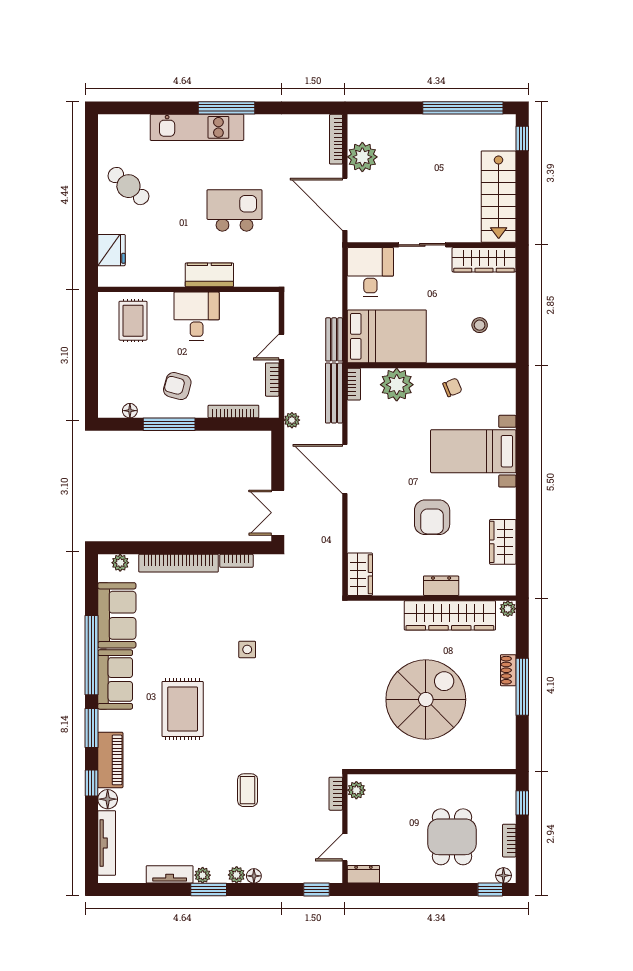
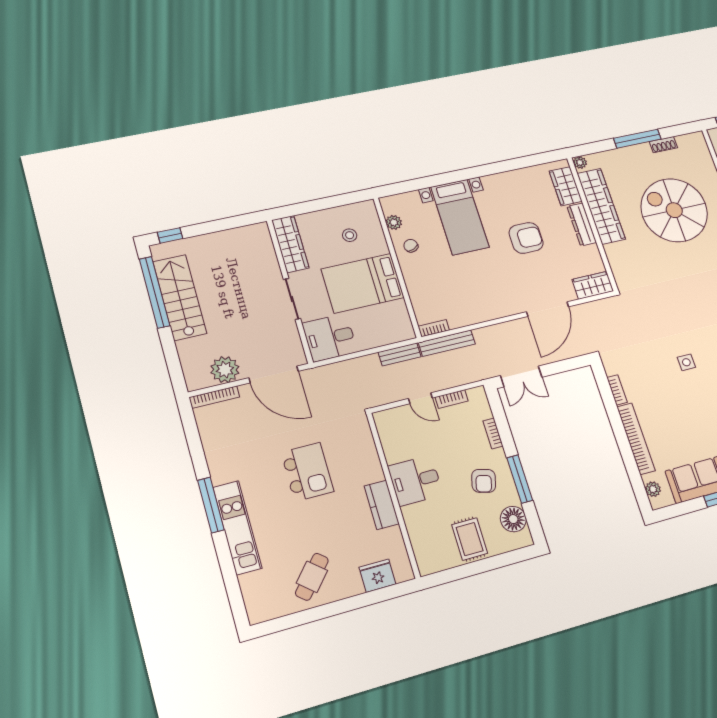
stairs: (499, 197) -> (180, 297), moved, turned -90
door: (345, 204) -> (274, 374), hinge flipped
kitchen island: (234, 210) -> (307, 472), turned 180
kitchen counter: (209, 275) -> (382, 505), moved
rug: (133, 321) -> (470, 539), moved, turned 90
bed: (387, 336) -> (363, 283), moved, turned -90
plant: (397, 385) -> (394, 222), moved, width x0.53, depth x0.53
floor lamp: (130, 411) -> (513, 519), width x1.89, depth x1.89
bookcase: (233, 411) -> (493, 433), width x0.64
plant: (292, 420) -> (482, 373), removed
door: (345, 469) -> (548, 309), moved
double door: (278, 513) -> (521, 376), moved
wardrobe: (503, 542) -> (566, 186), moved, turned 90
dresser: (441, 586) -> (582, 224), width x1.44
shoe rack: (508, 670) -> (663, 145), moved

